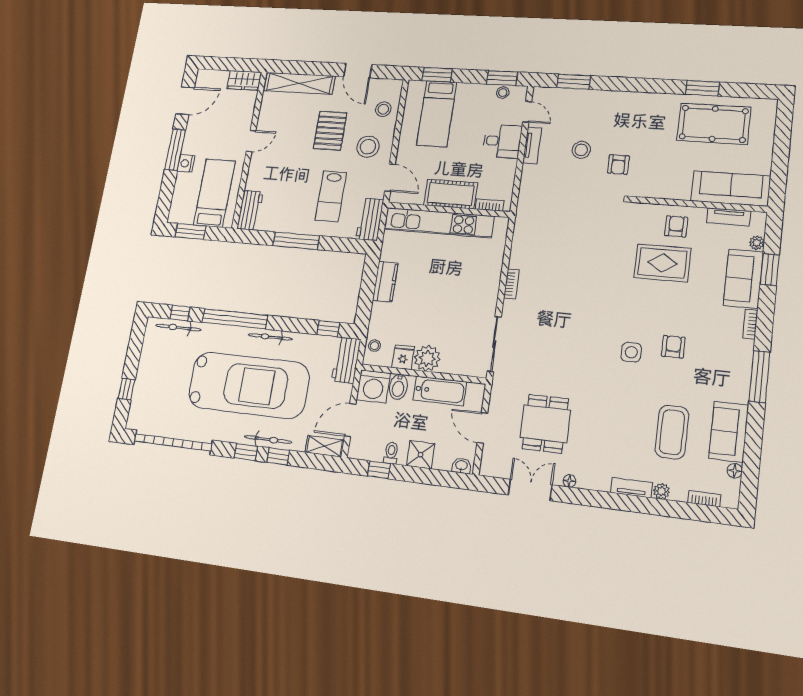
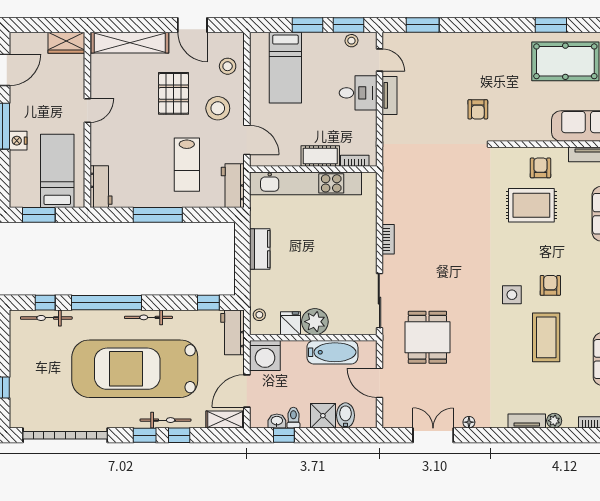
window: (437, 75) -> (308, 25), moved
stool: (581, 150) -> (439, 97), removed
cot: (451, 194) -> (320, 156), width x0.73, depth x0.75
car: (249, 385) -> (135, 369), turned 180
bidet: (398, 387) -> (345, 415), moved, turned 180
dining table: (545, 424) -> (427, 337), moved
coffee table: (672, 432) -> (546, 337), moved
washbasin: (461, 466) -> (277, 421), moved

